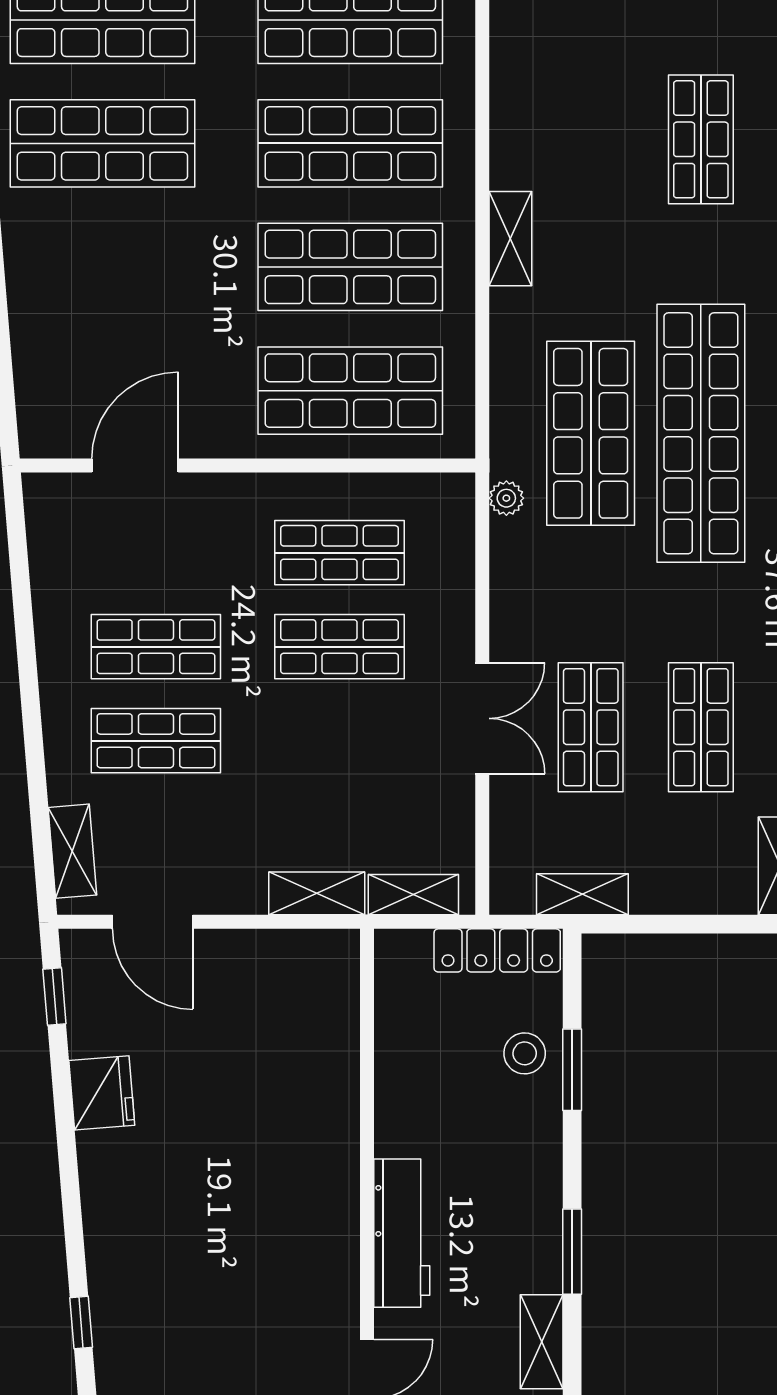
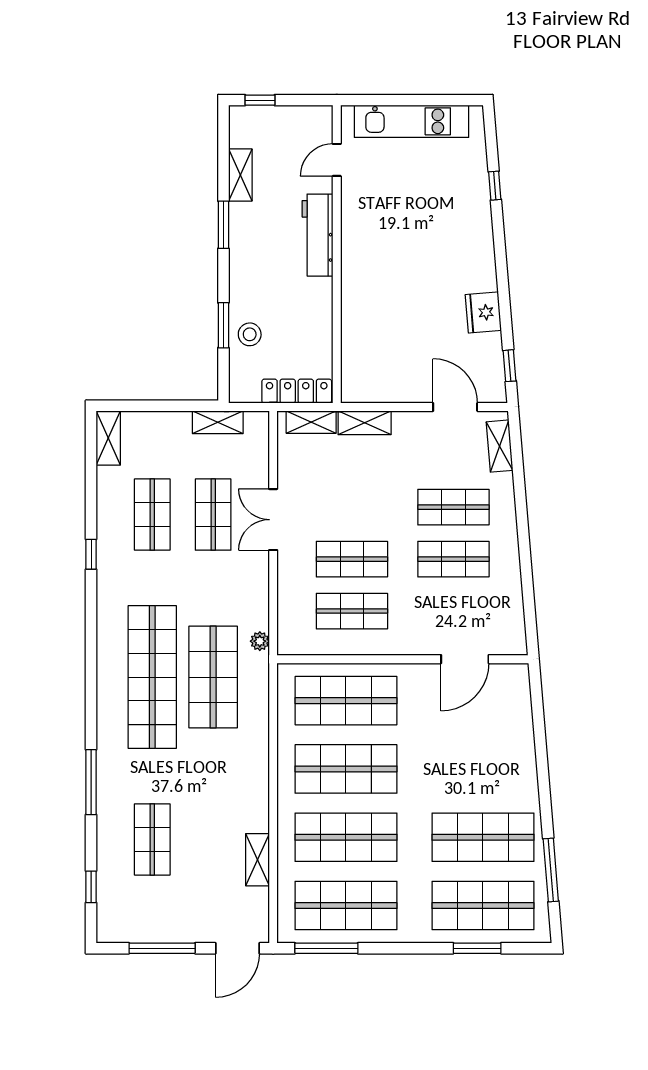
shelving: (510, 239) -> (258, 860), moved
locker: (497, 950) -> (297, 391), moved

